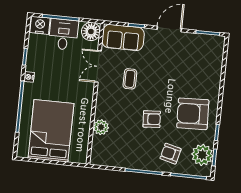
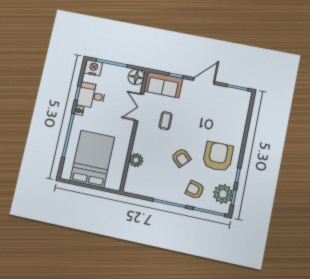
desk: (63, 34) -> (91, 96), moved, turned -90
armchair: (193, 114) -> (218, 157), turned 92
armchair: (152, 119) -> (181, 158), turned 47

